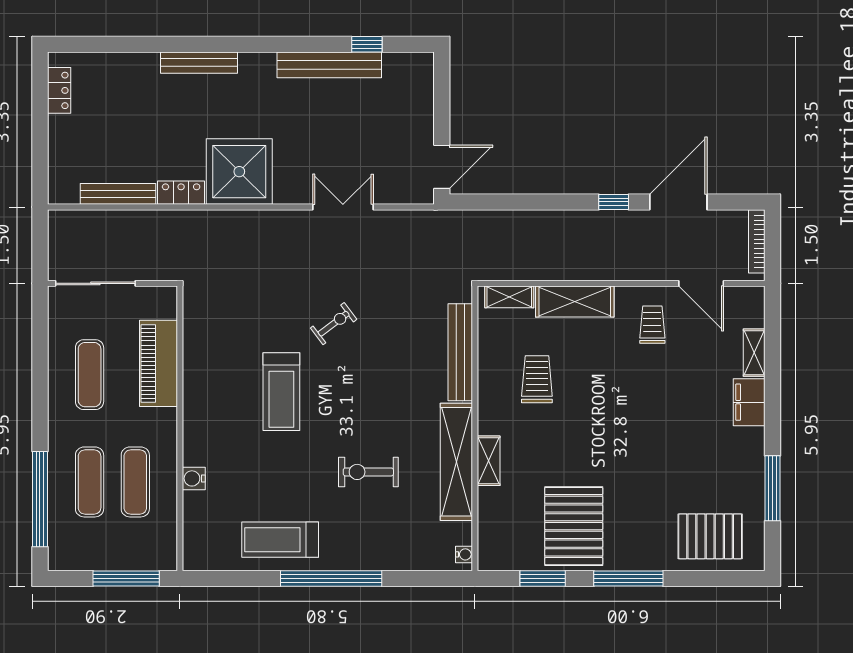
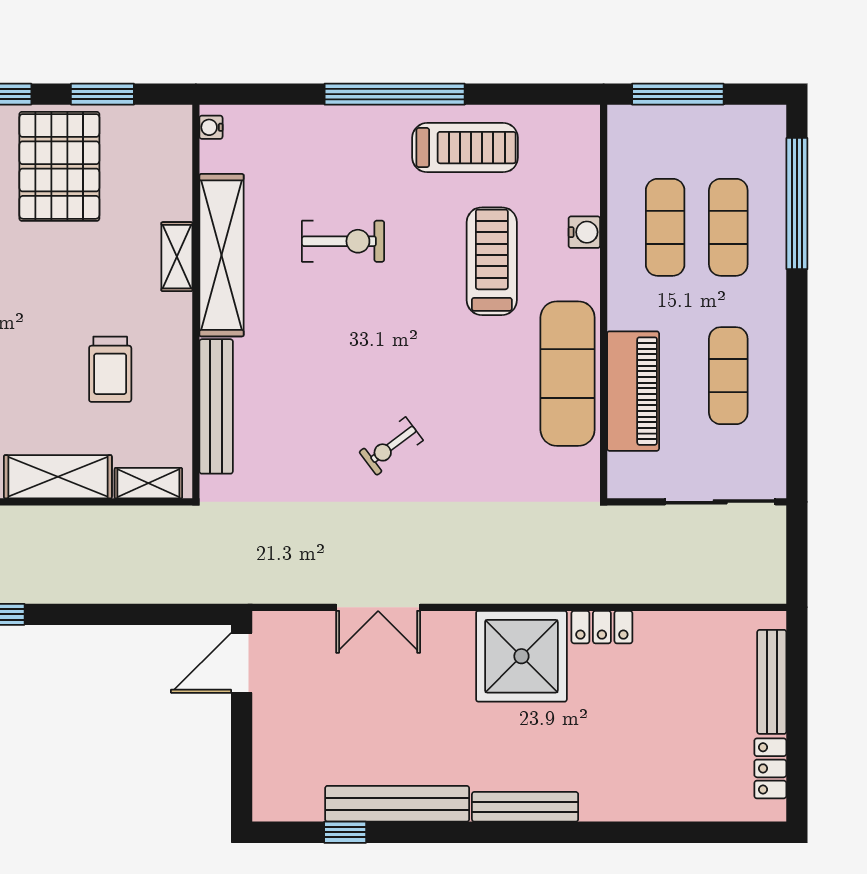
bench: (199, 63) -> (525, 807), moved
bench: (118, 194) -> (772, 682), moved, turned 90
exercise mat: (206, 376) -> (568, 374), added
treadmill: (281, 392) -> (492, 261), moved

